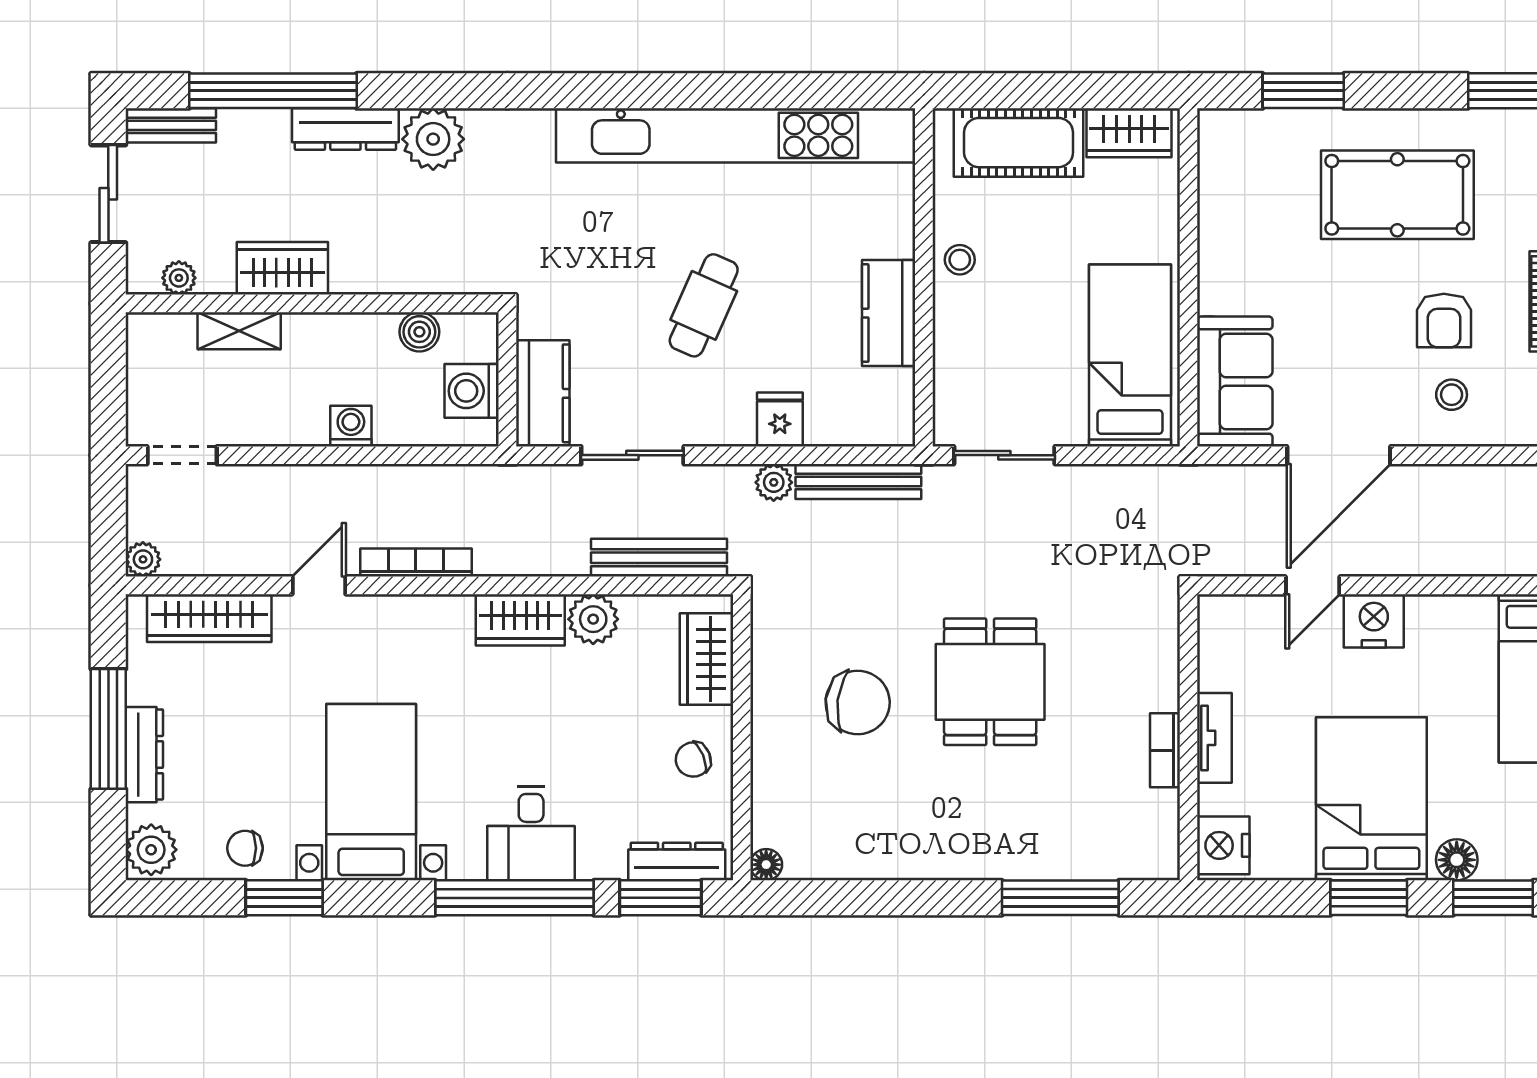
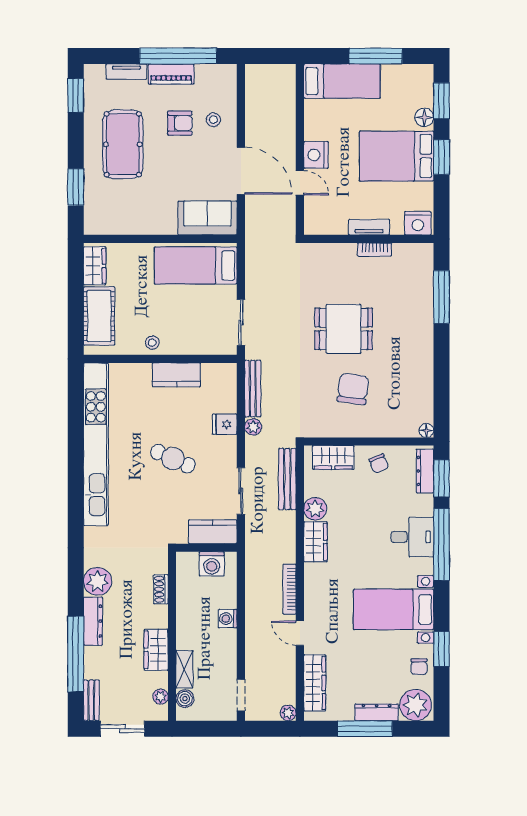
shoe rack: (416, 279) -> (161, 589), added
boiler: (419, 332) -> (185, 699), moved
plant: (151, 850) -> (416, 705), width x1.36, depth x1.36

